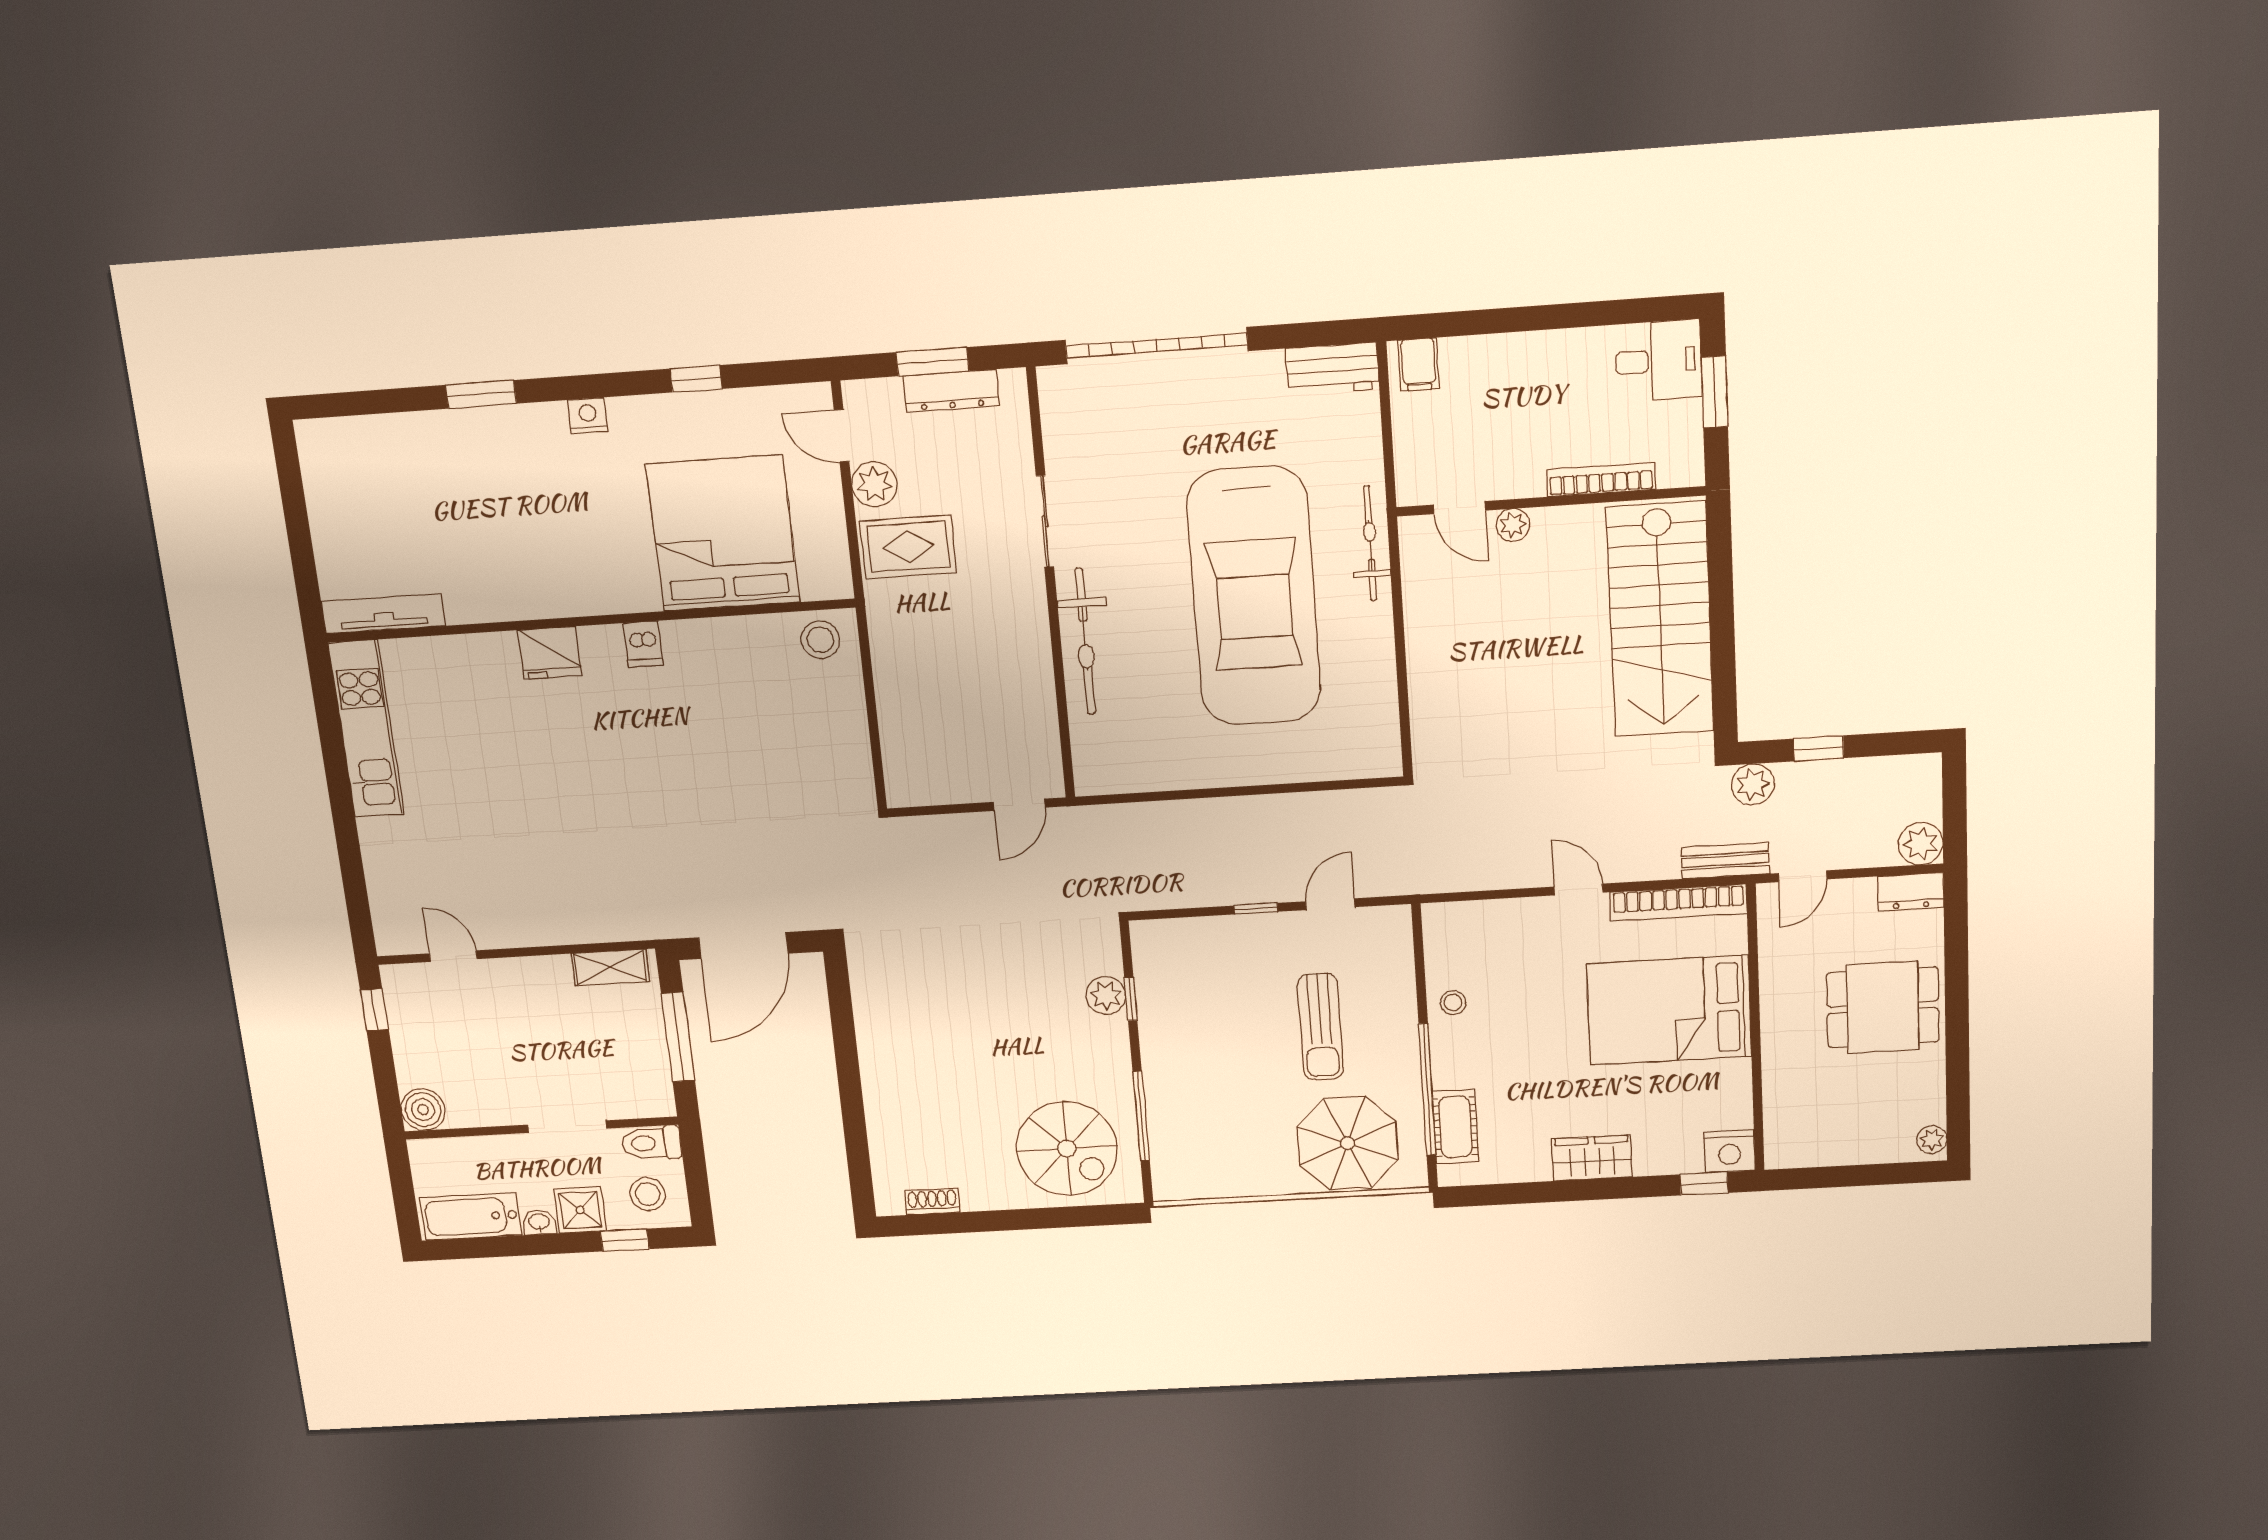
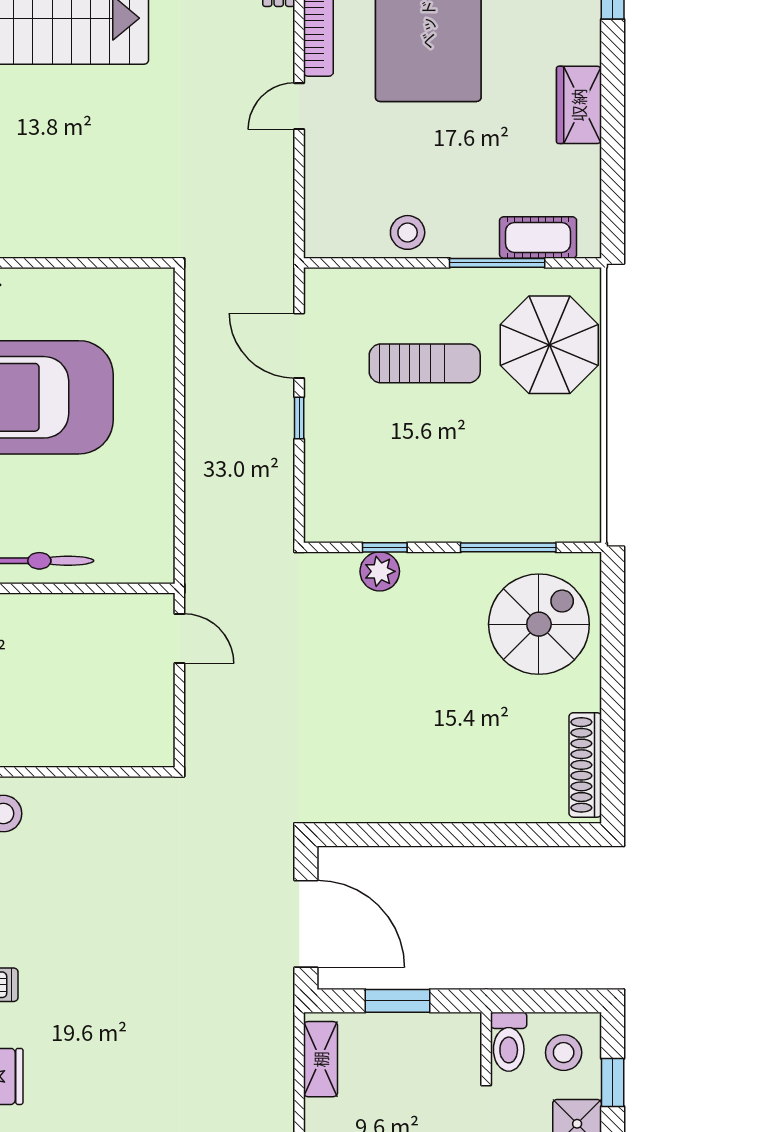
door: (1330, 904) -> (299, 346), width x1.38
stool: (1453, 1003) -> (408, 232), width x1.37, depth x1.37
window: (678, 1037) -> (398, 1001), width x0.69
window: (1427, 1090) -> (497, 263), width x0.68
shoe rack: (932, 1202) -> (585, 765), width x1.94, depth x1.24

